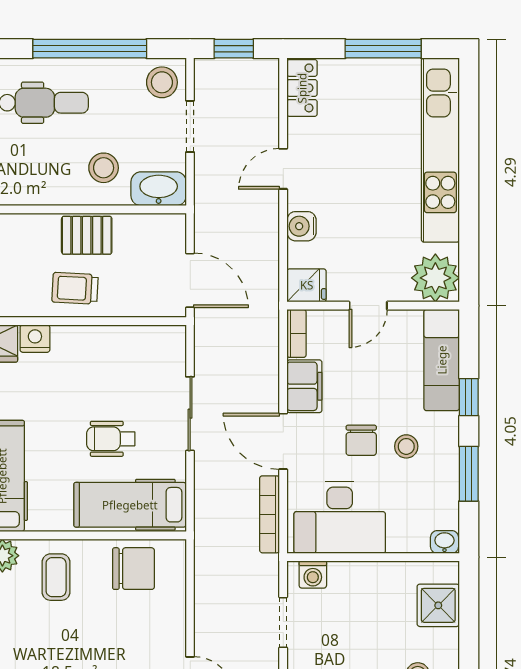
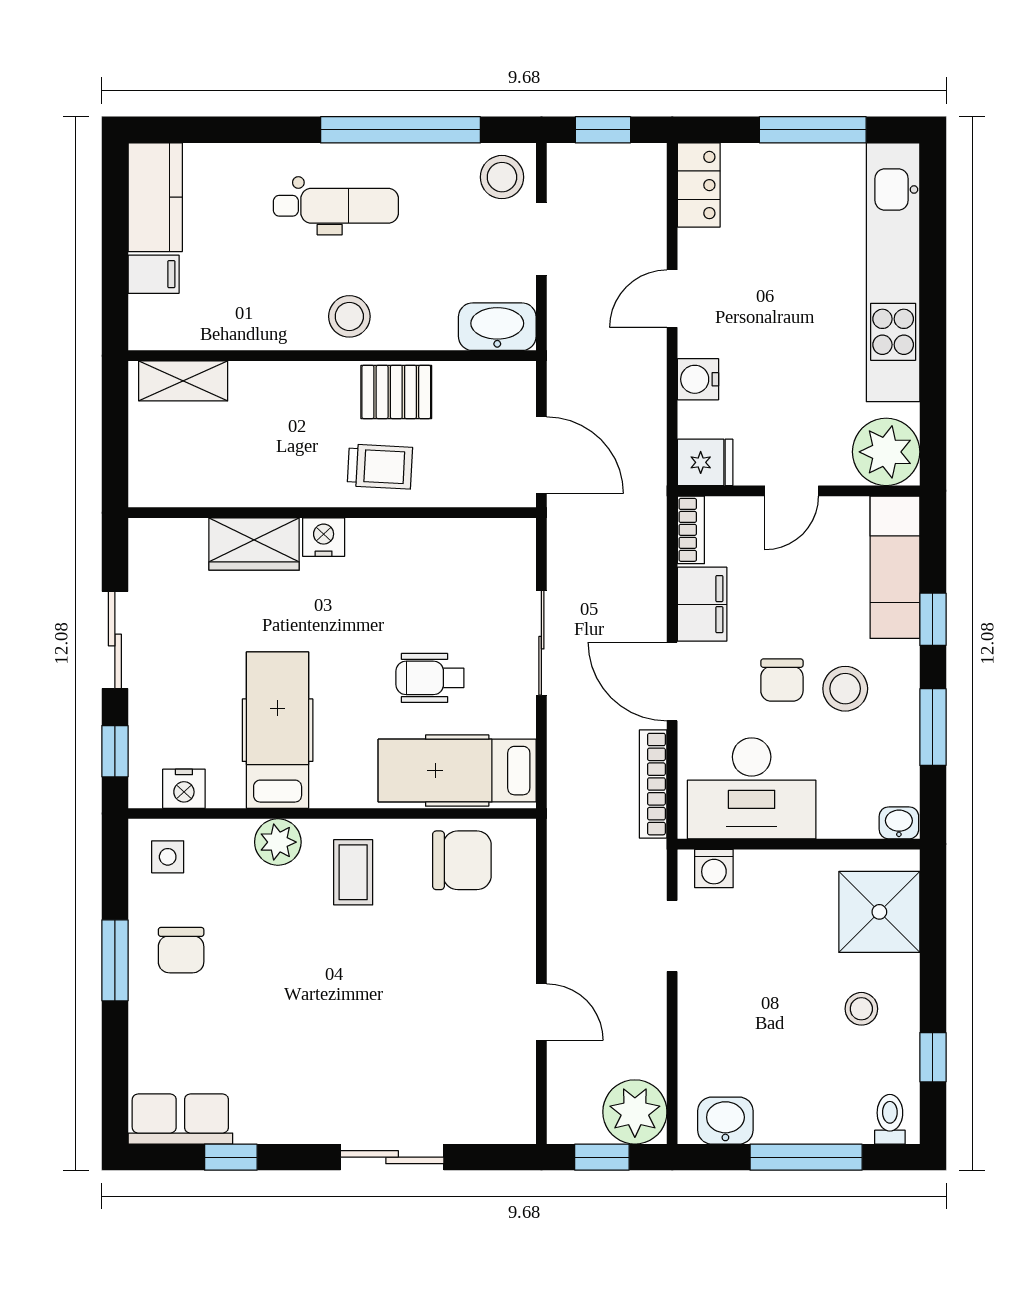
stool: (104, 168) -> (349, 316), moved
trolley: (75, 288) -> (380, 467), turned 180
stool: (406, 446) -> (845, 689), width x1.37, depth x1.37
shower: (438, 605) -> (879, 912), width x1.36, depth x1.36

